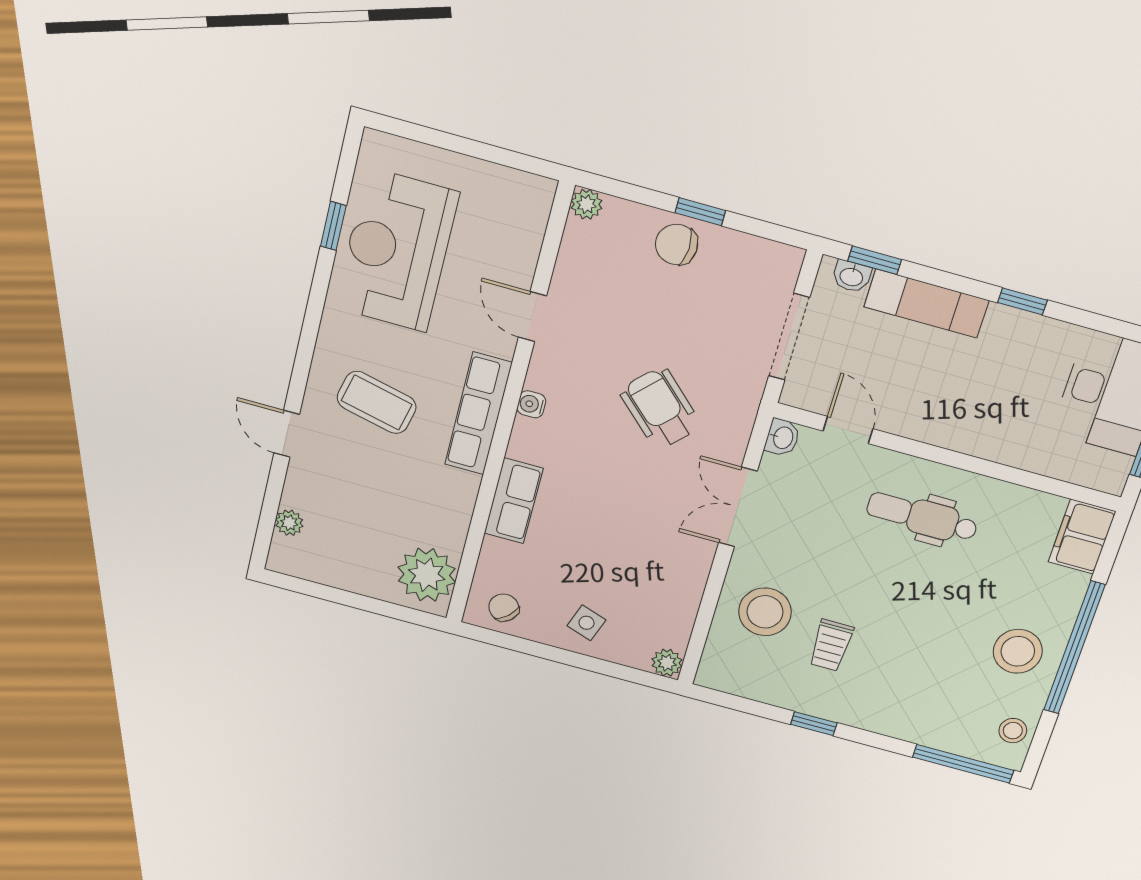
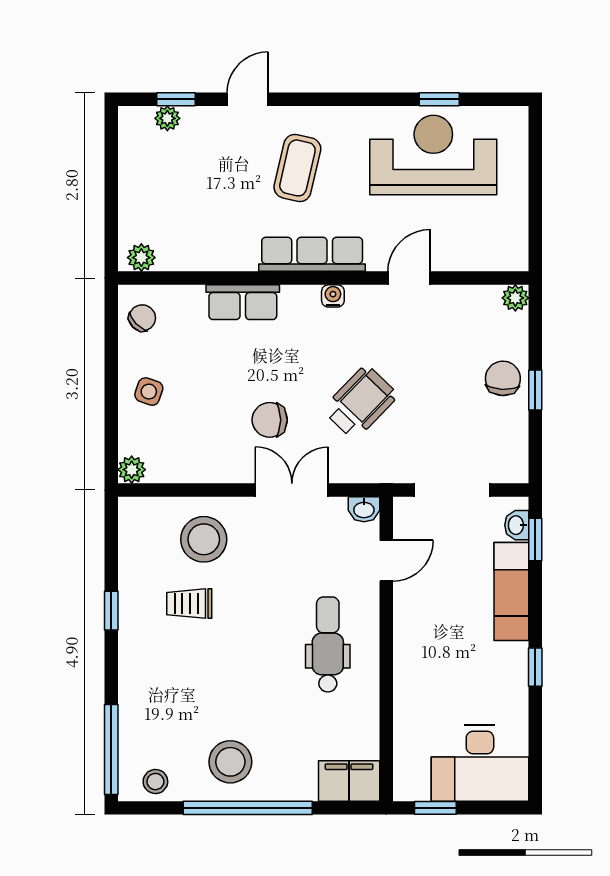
window: (270, 508) -> (176, 99), added
chair: (653, 509) -> (270, 420), added
plant: (427, 575) -> (141, 258), width x0.53, depth x0.53

